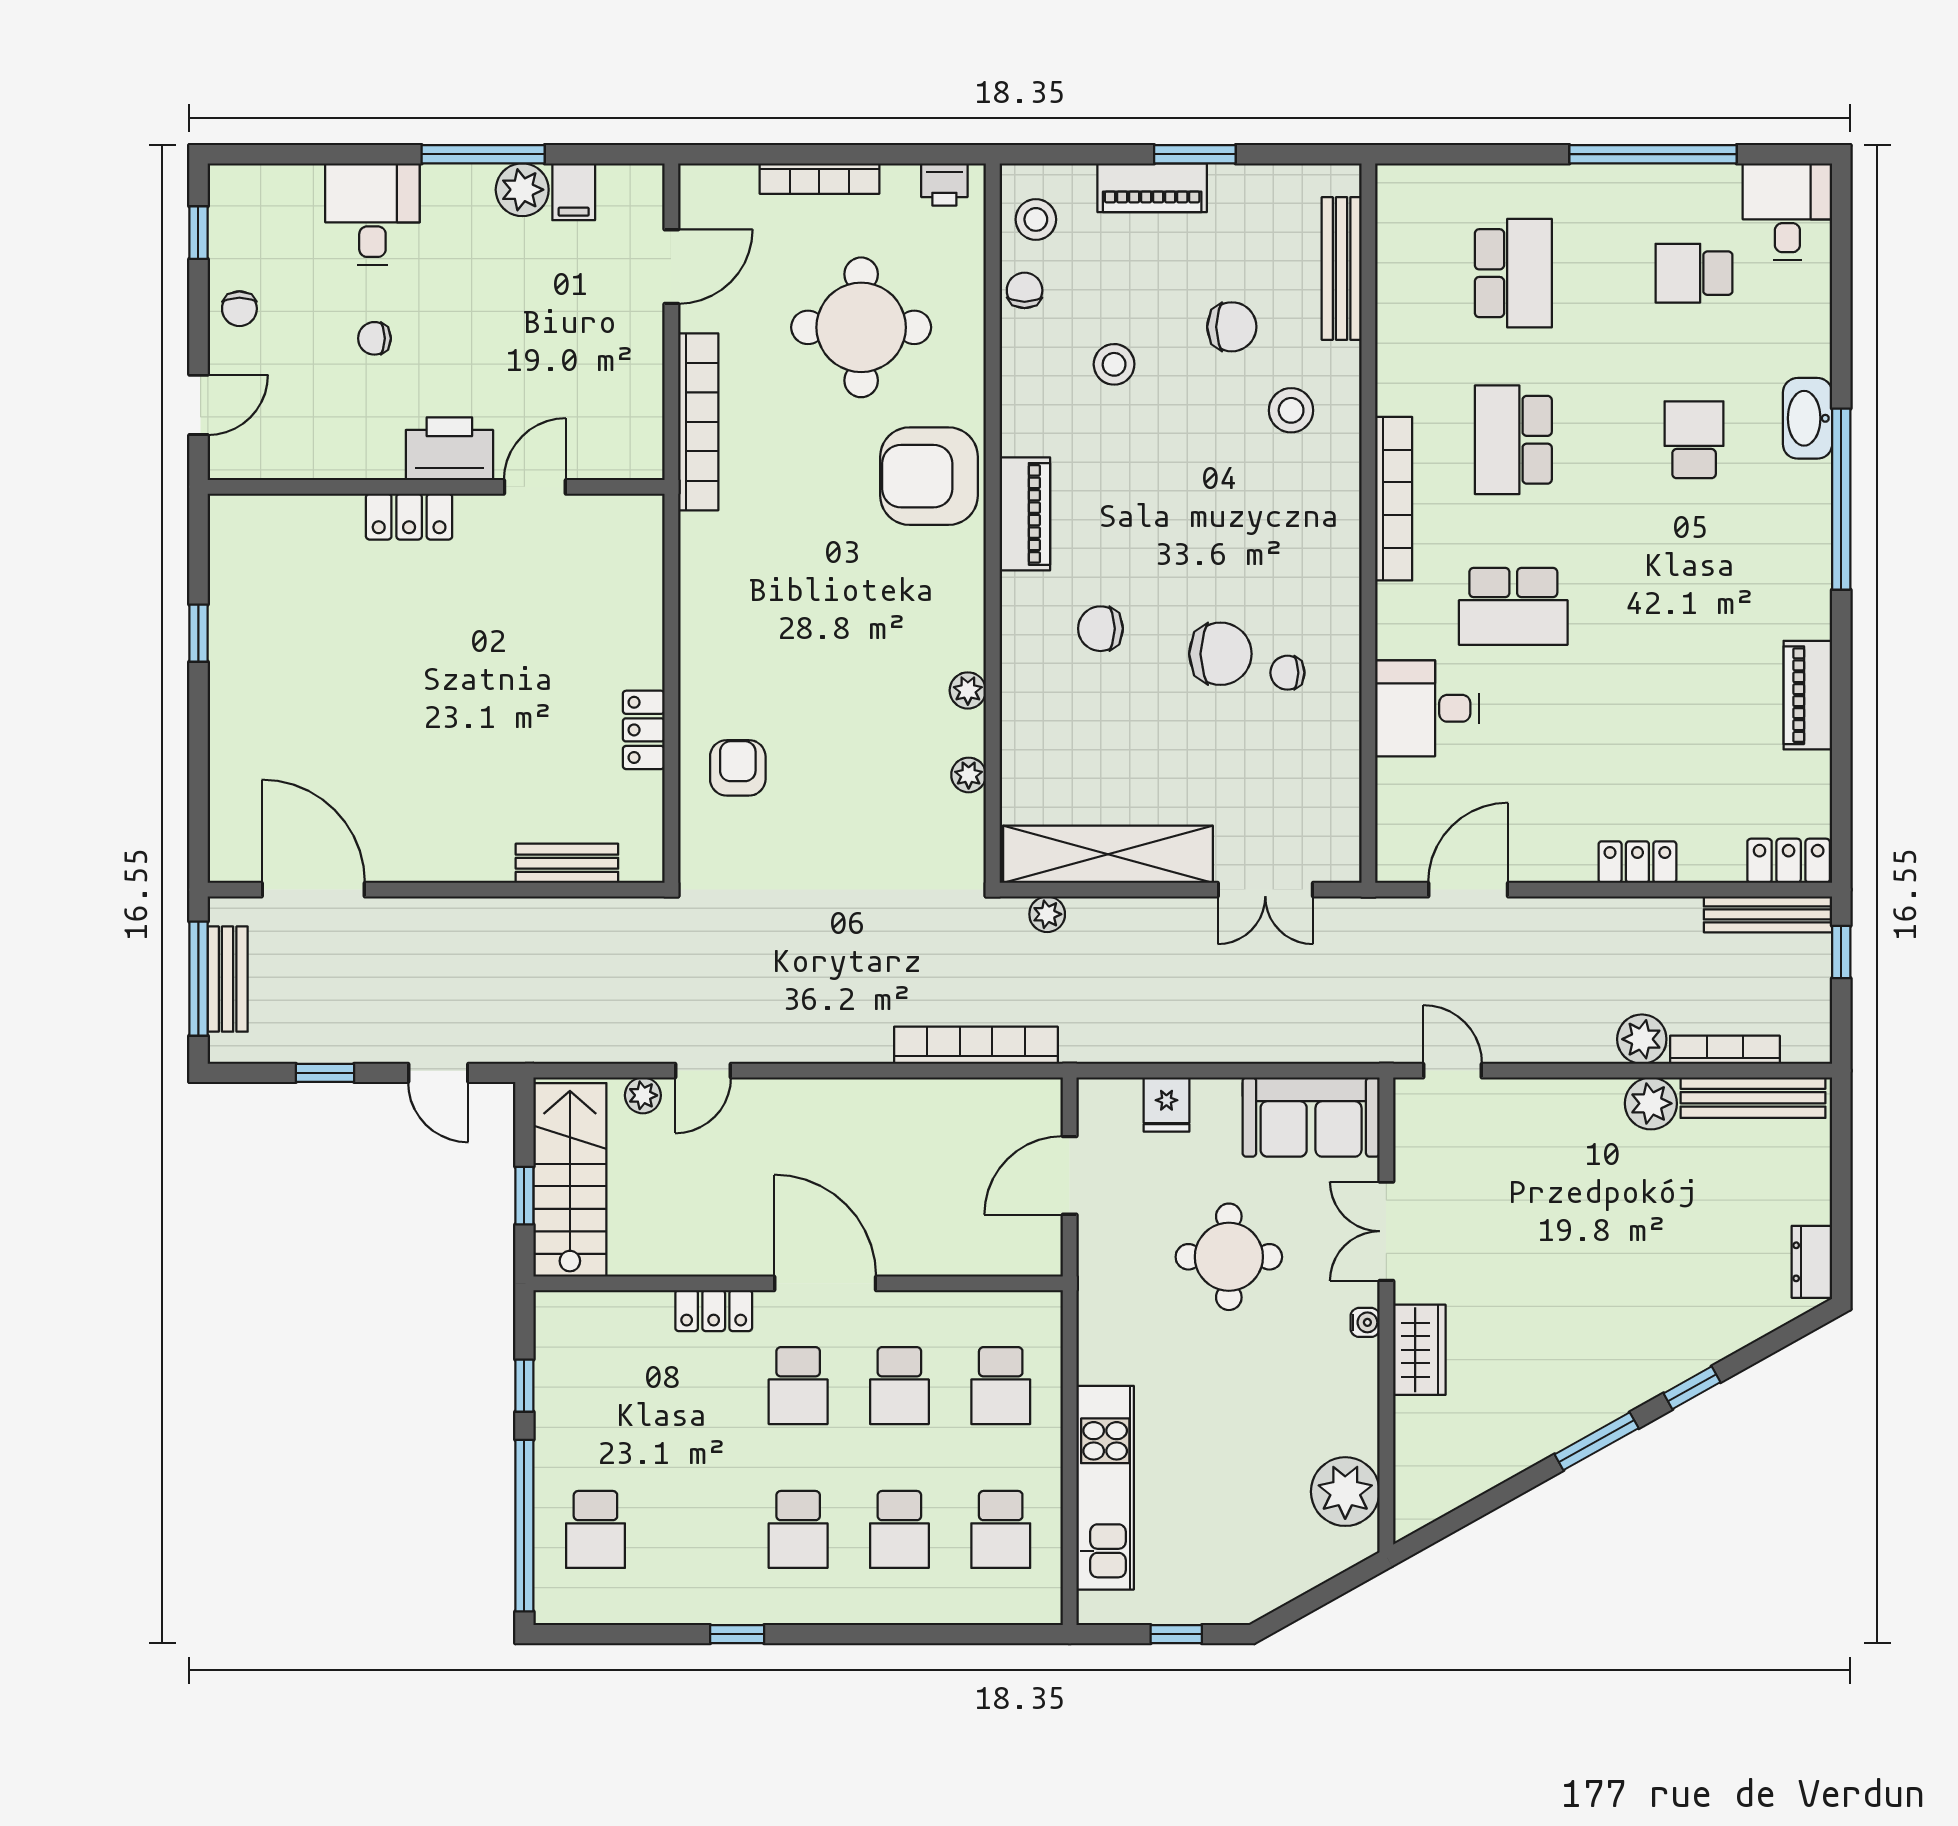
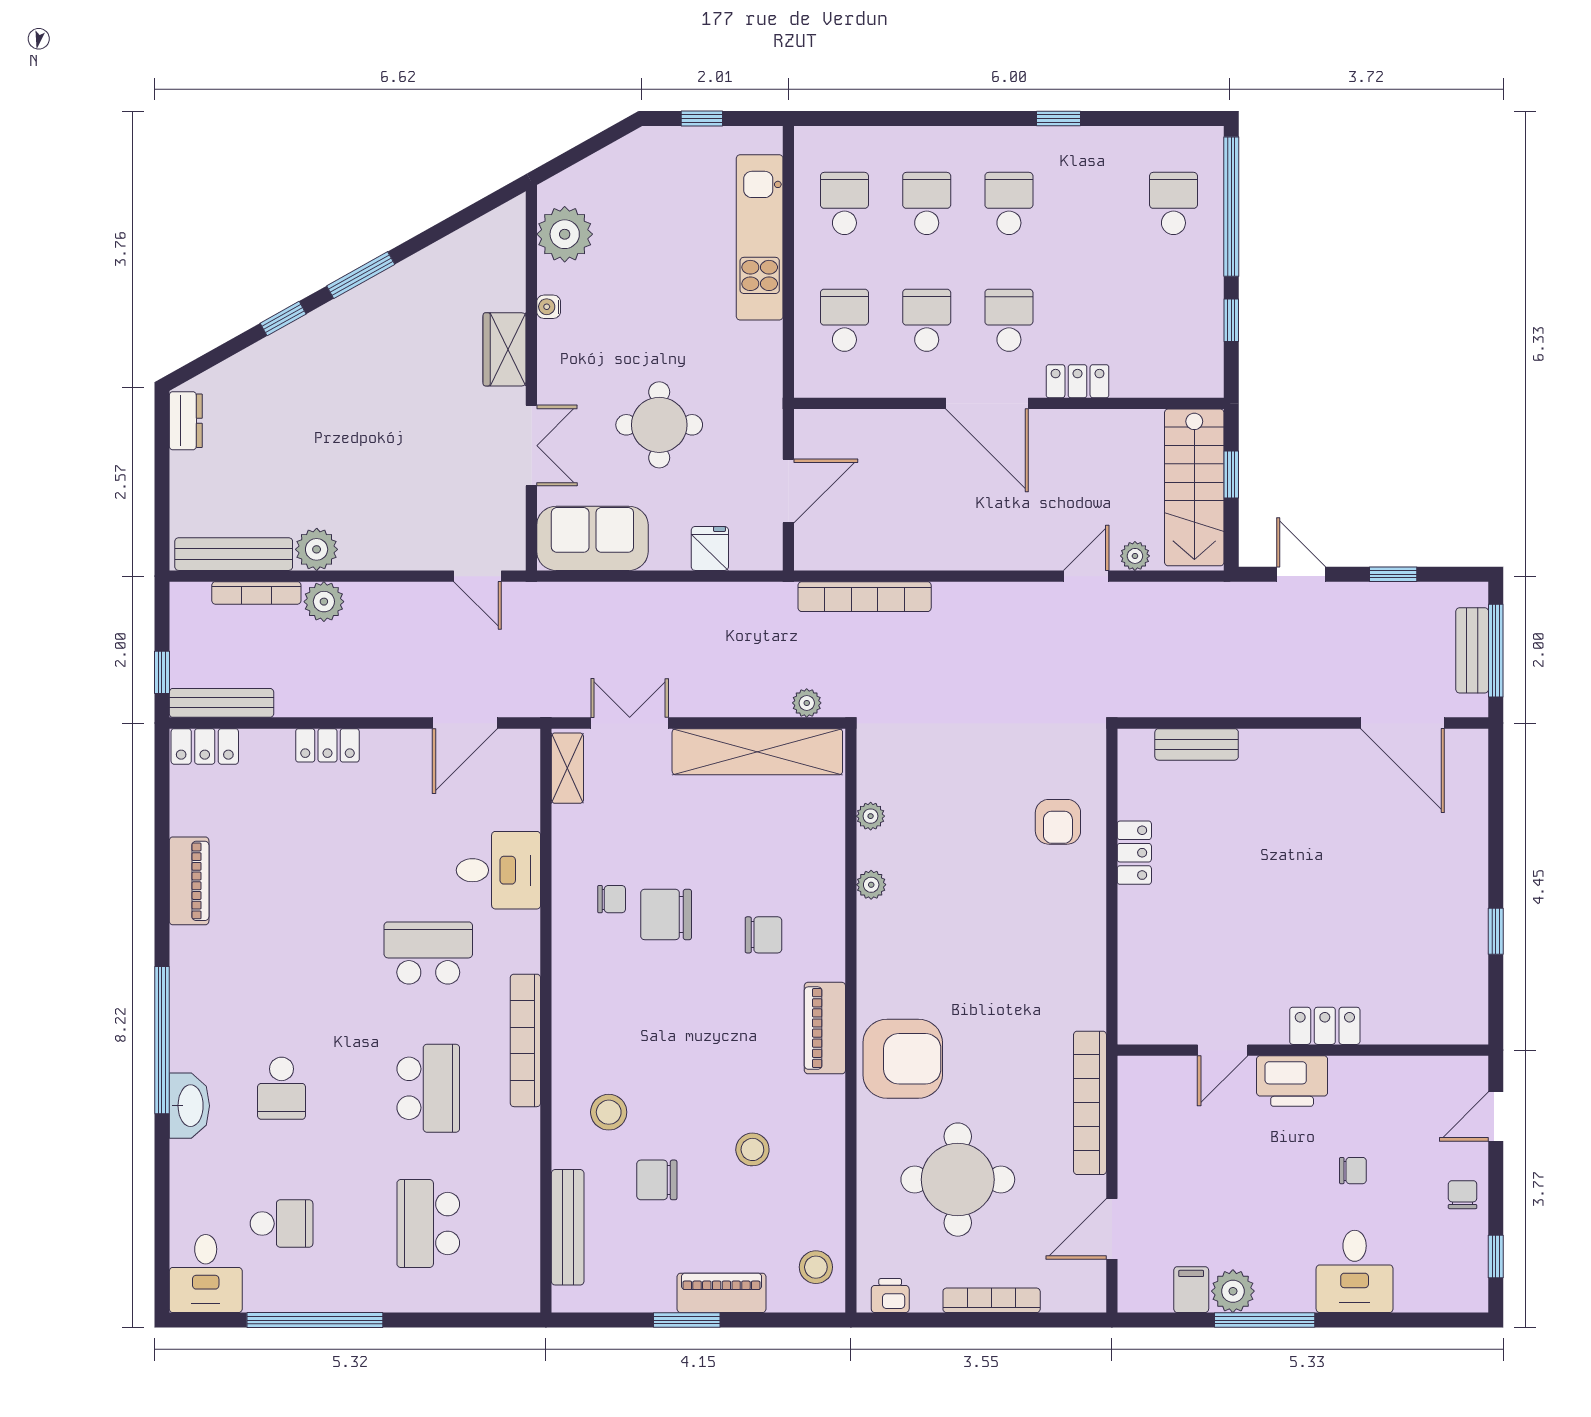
chair: (1025, 290) -> (825, 1209), removed
shelving: (1342, 834) -> (567, 768), added
water cooler: (1365, 1322) -> (549, 307), moved

